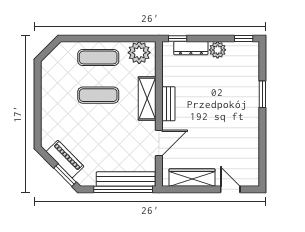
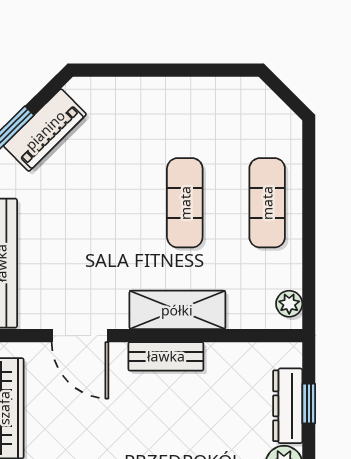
window: (178, 39) -> (309, 404), moved
plant: (139, 53) -> (289, 304), width x0.53, depth x0.53

